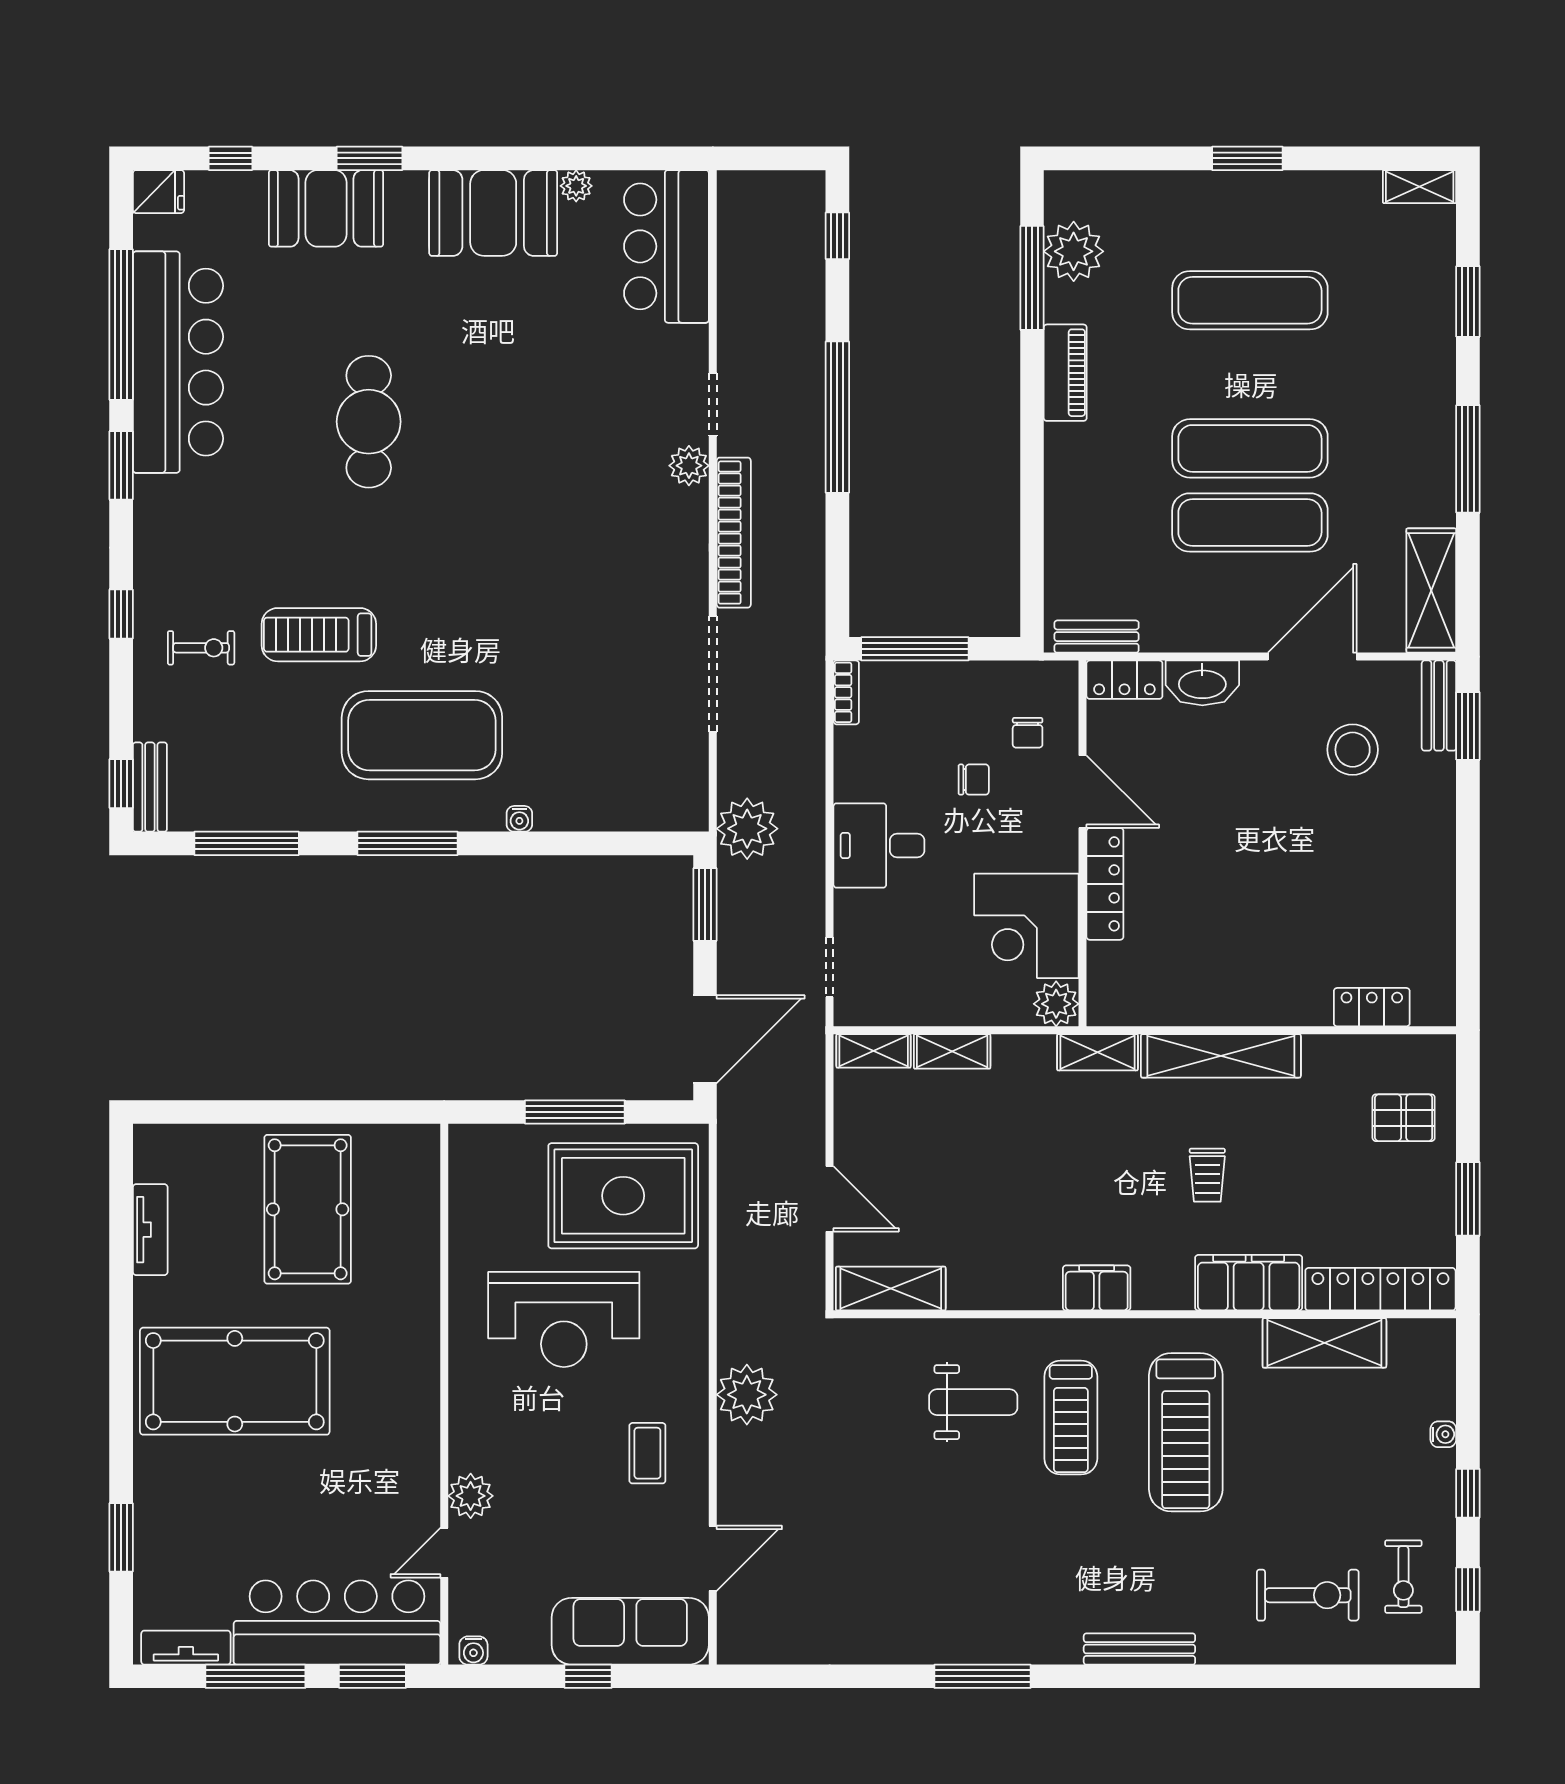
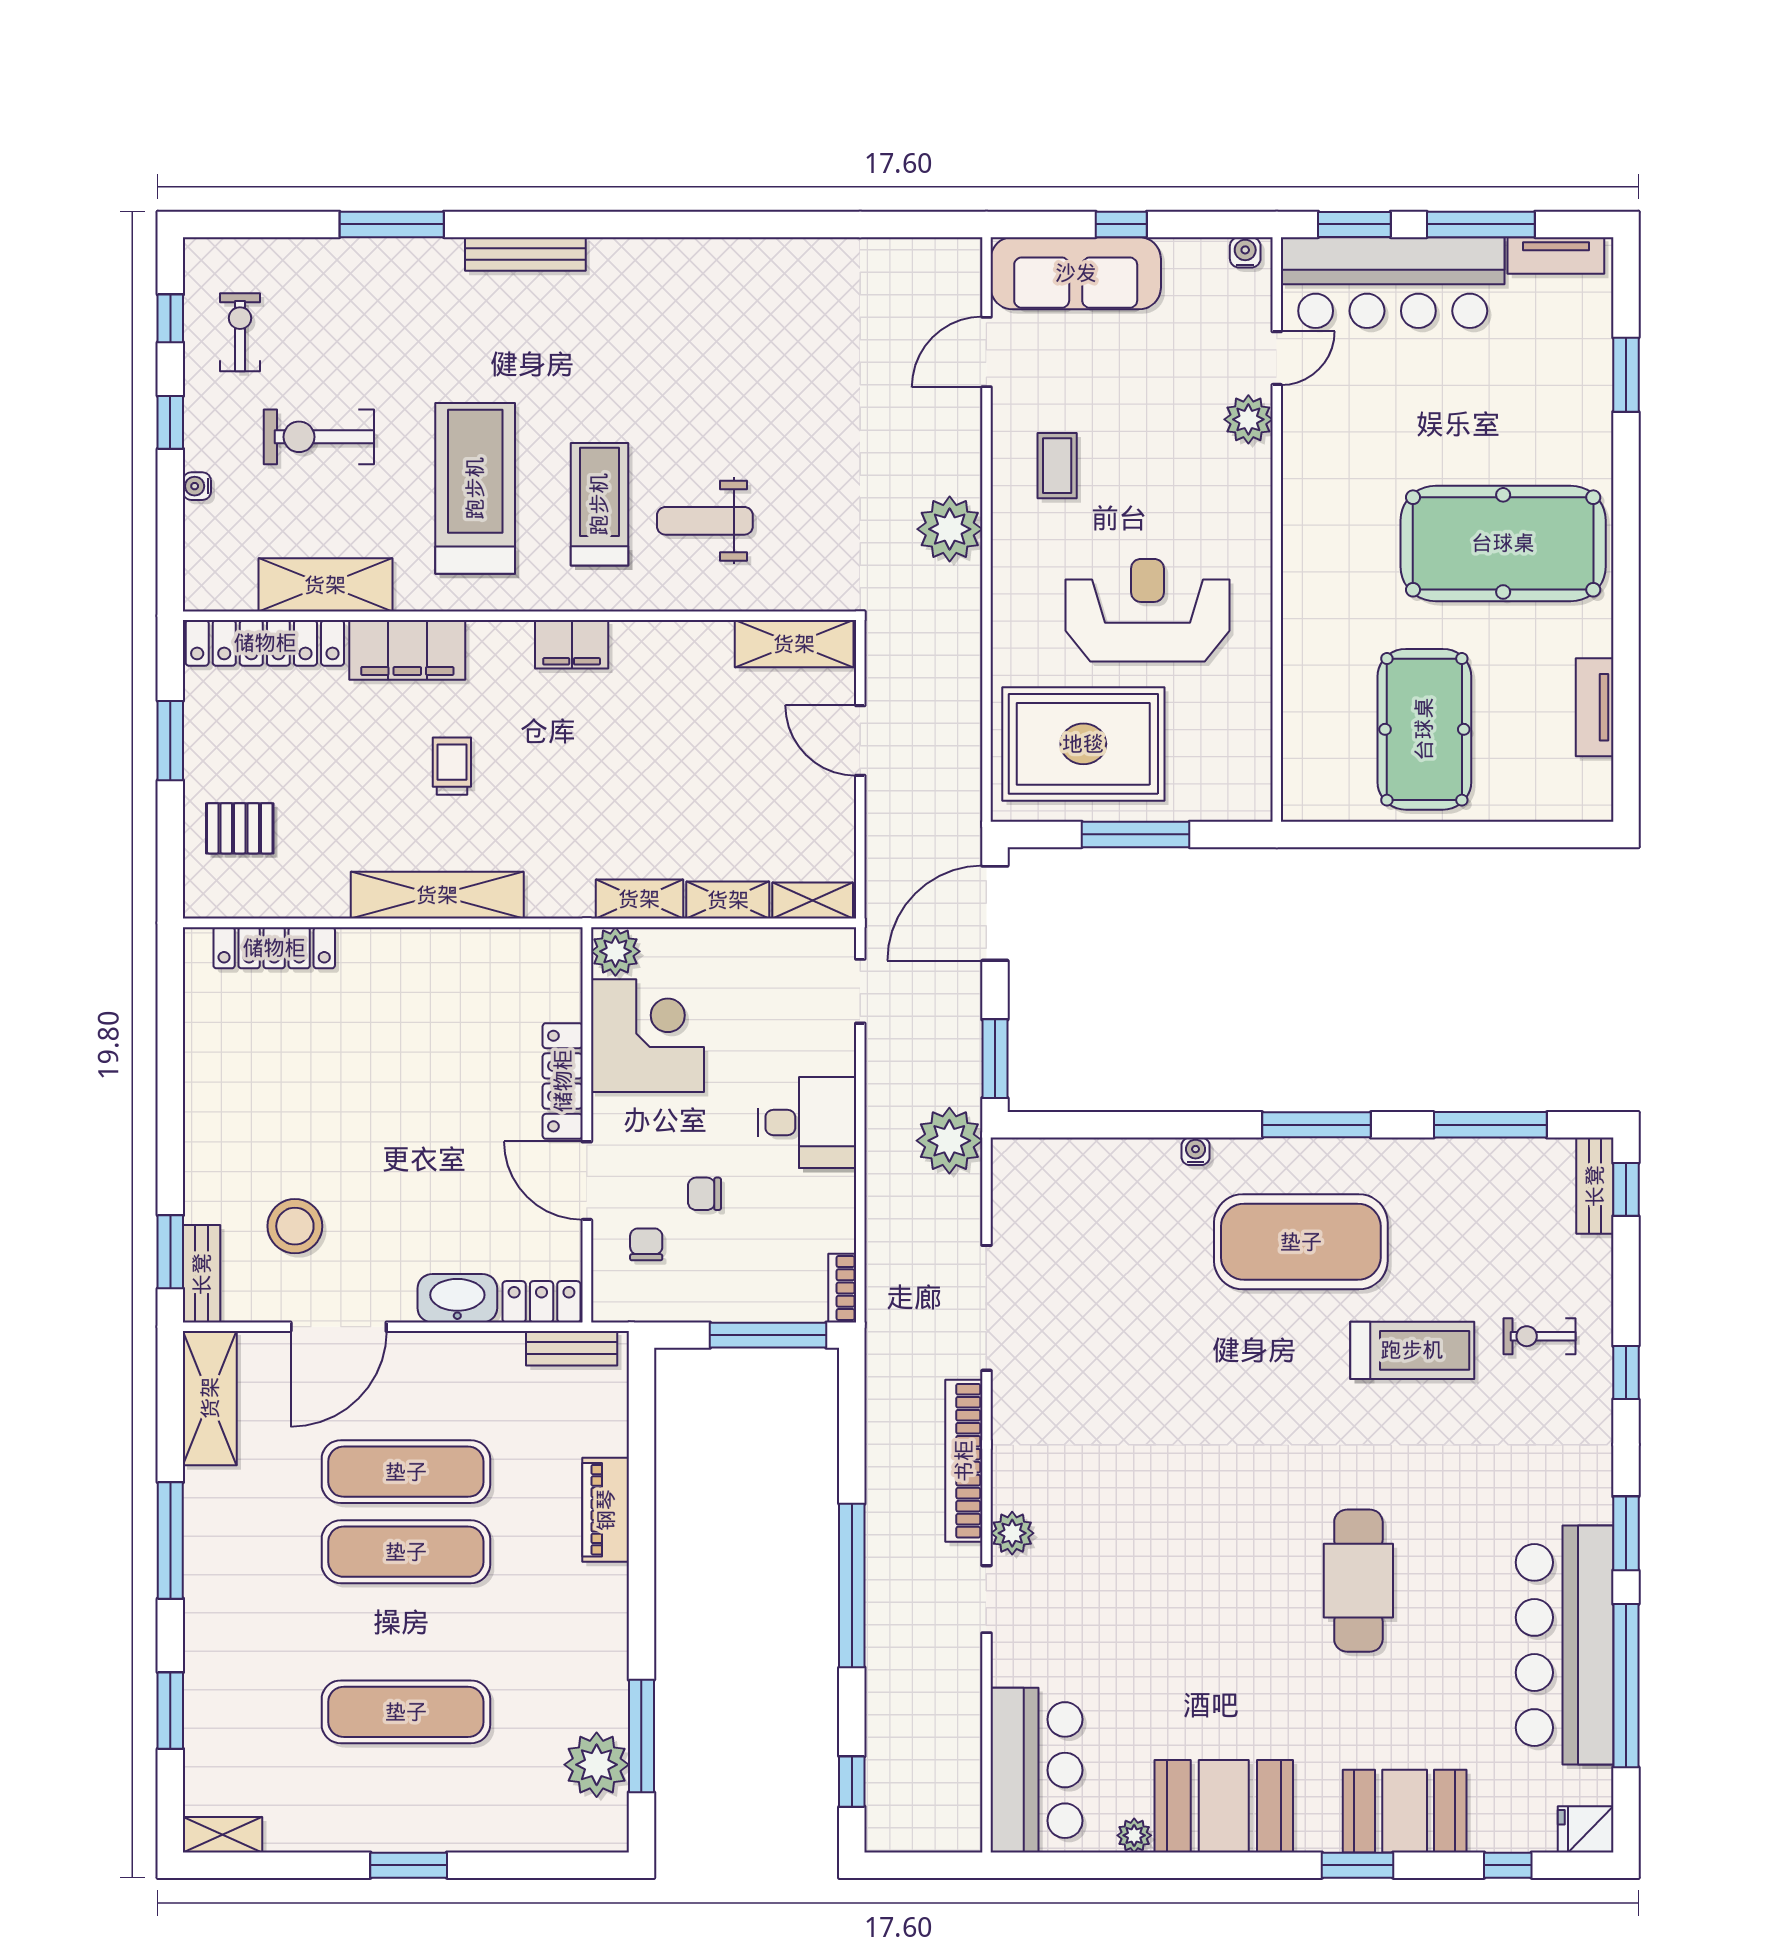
piano: (1065, 373) -> (606, 1510), moved
locker: (1372, 1007) -> (274, 948), width x1.53
shelving: (1097, 1052) -> (639, 899), moved
exercise bike: (1308, 1595) -> (319, 437), moved
window: (982, 1676) -> (392, 224), moved

